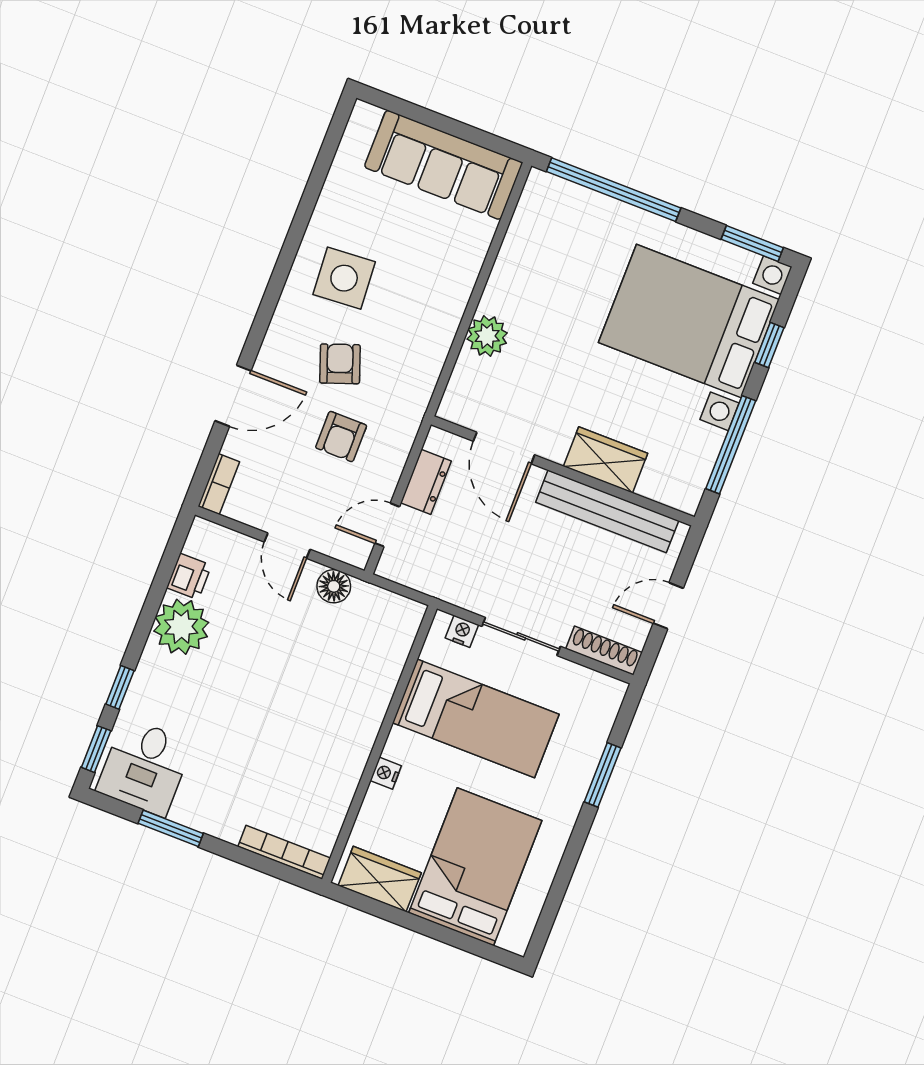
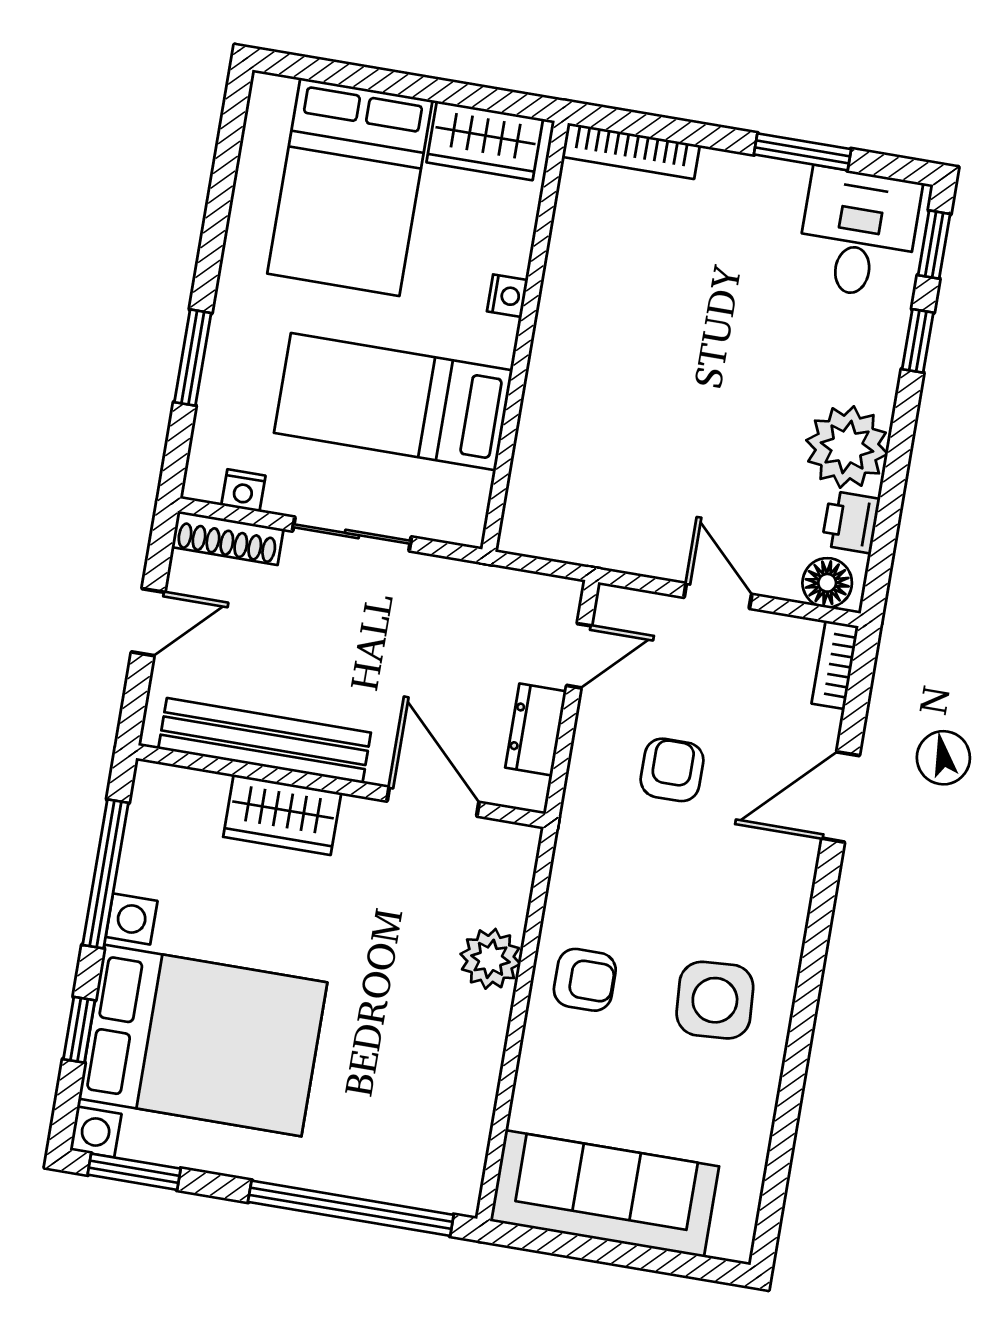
armchair: (340, 364) -> (585, 980), moved, turned -70
floor lamp: (334, 586) -> (827, 583), moved
nightstand: (462, 631) -> (243, 491), moved

